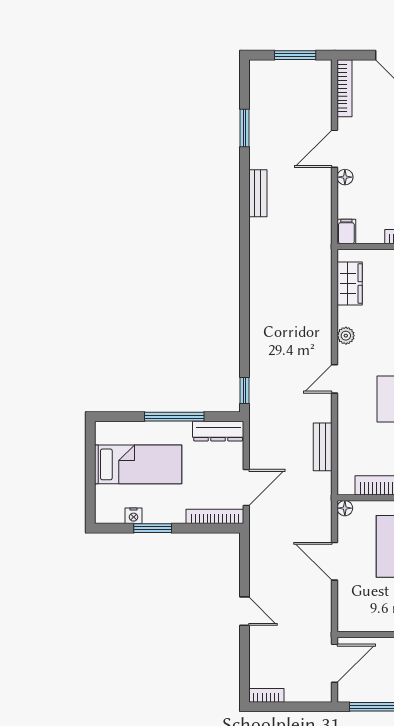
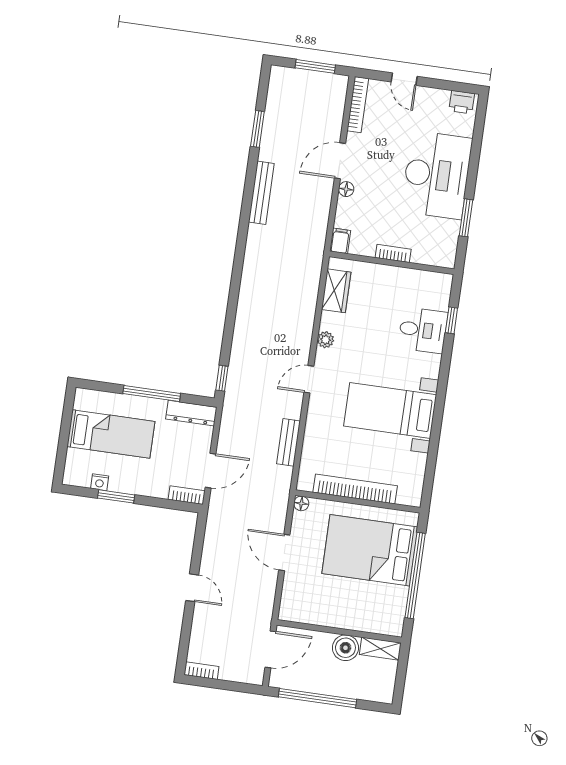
bench: (258, 193) -> (261, 193), width x1.36
bookcase: (215, 516) -> (187, 495), width x0.64

